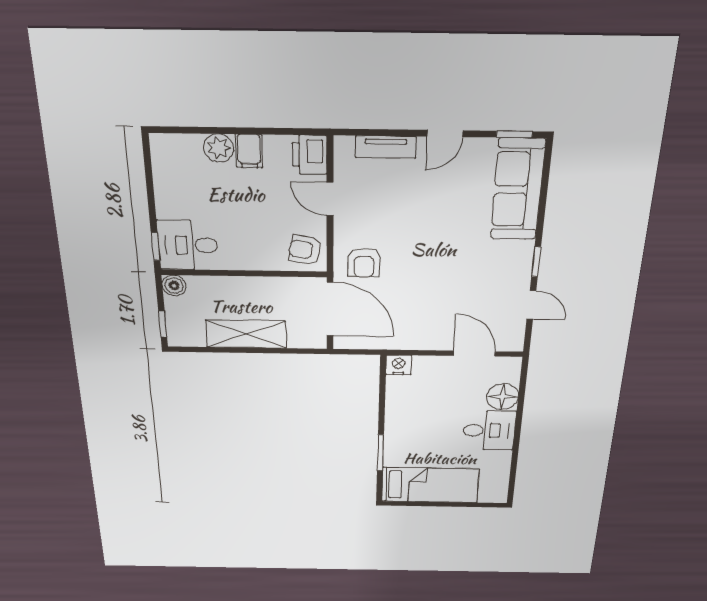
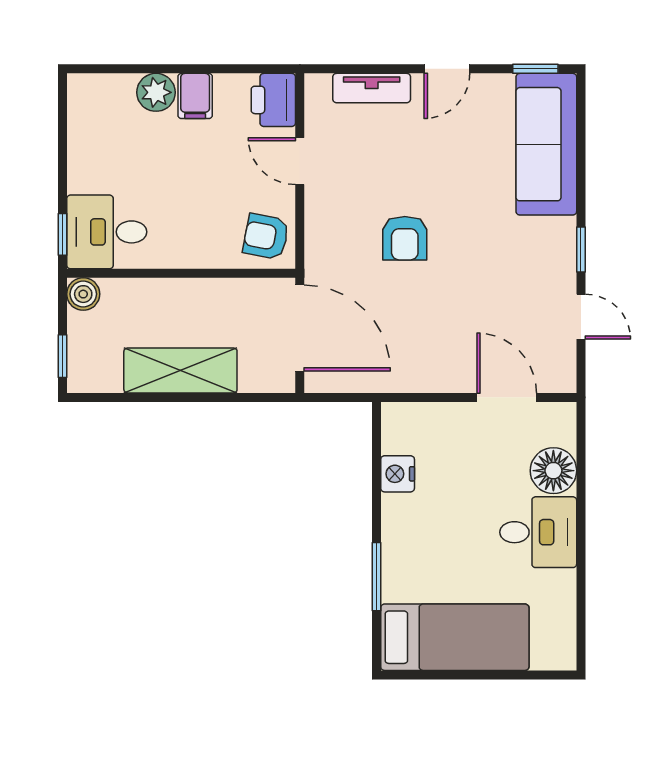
armchair: (364, 263) -> (405, 238), moved
nightstand: (399, 365) -> (398, 474), moved, turned -90

